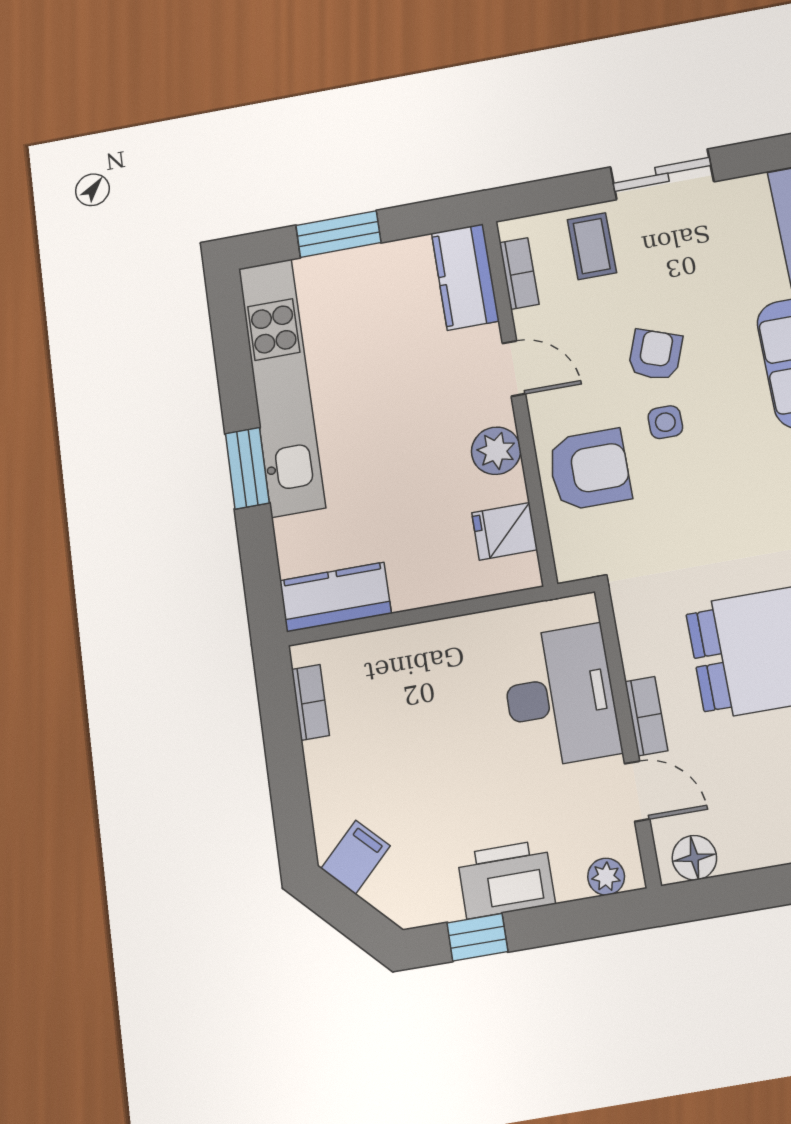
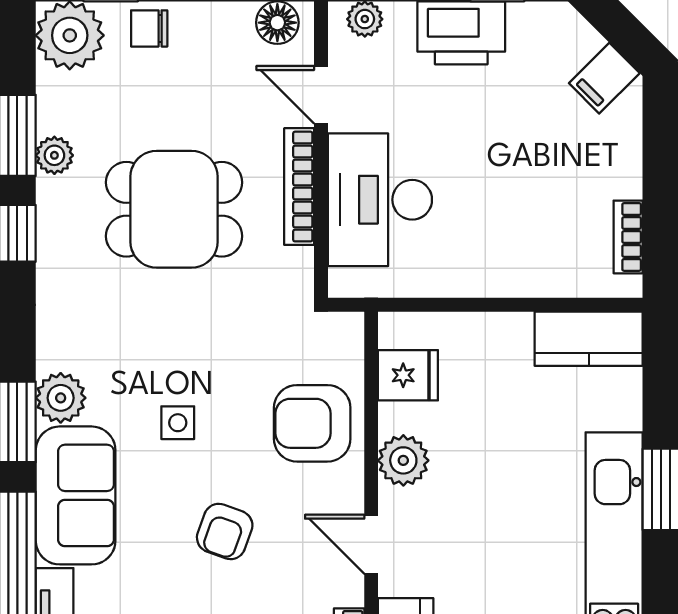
side table: (665, 422) -> (178, 423), moved
bookcase: (646, 716) -> (299, 187), width x1.56

